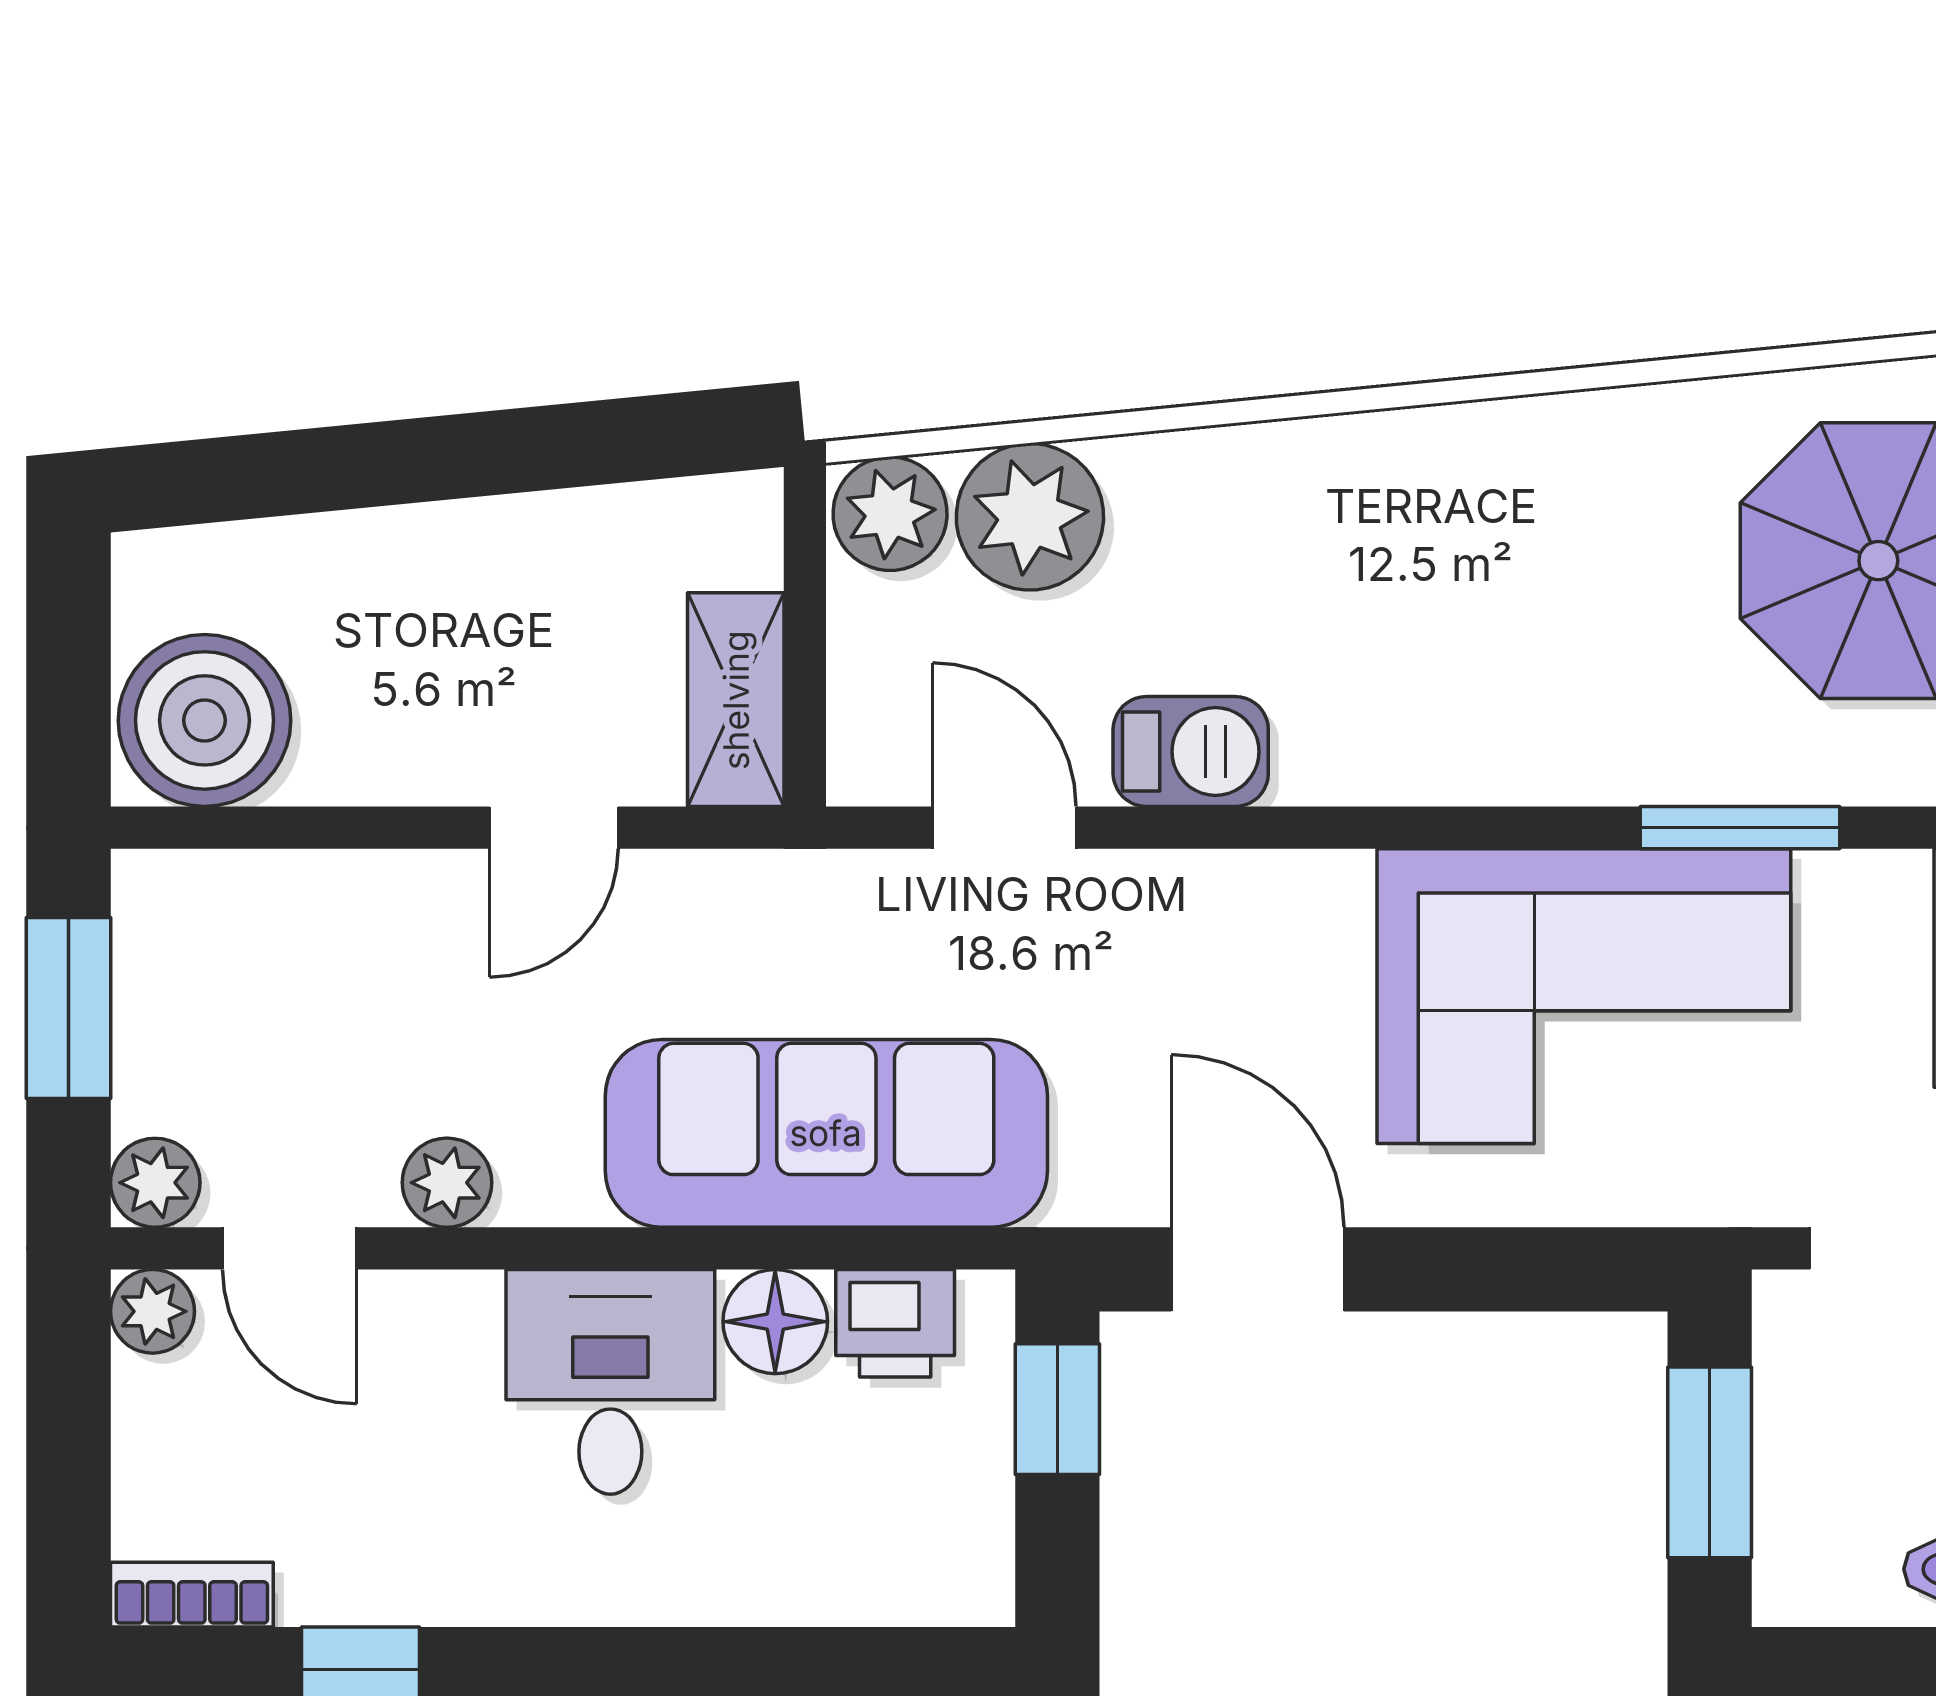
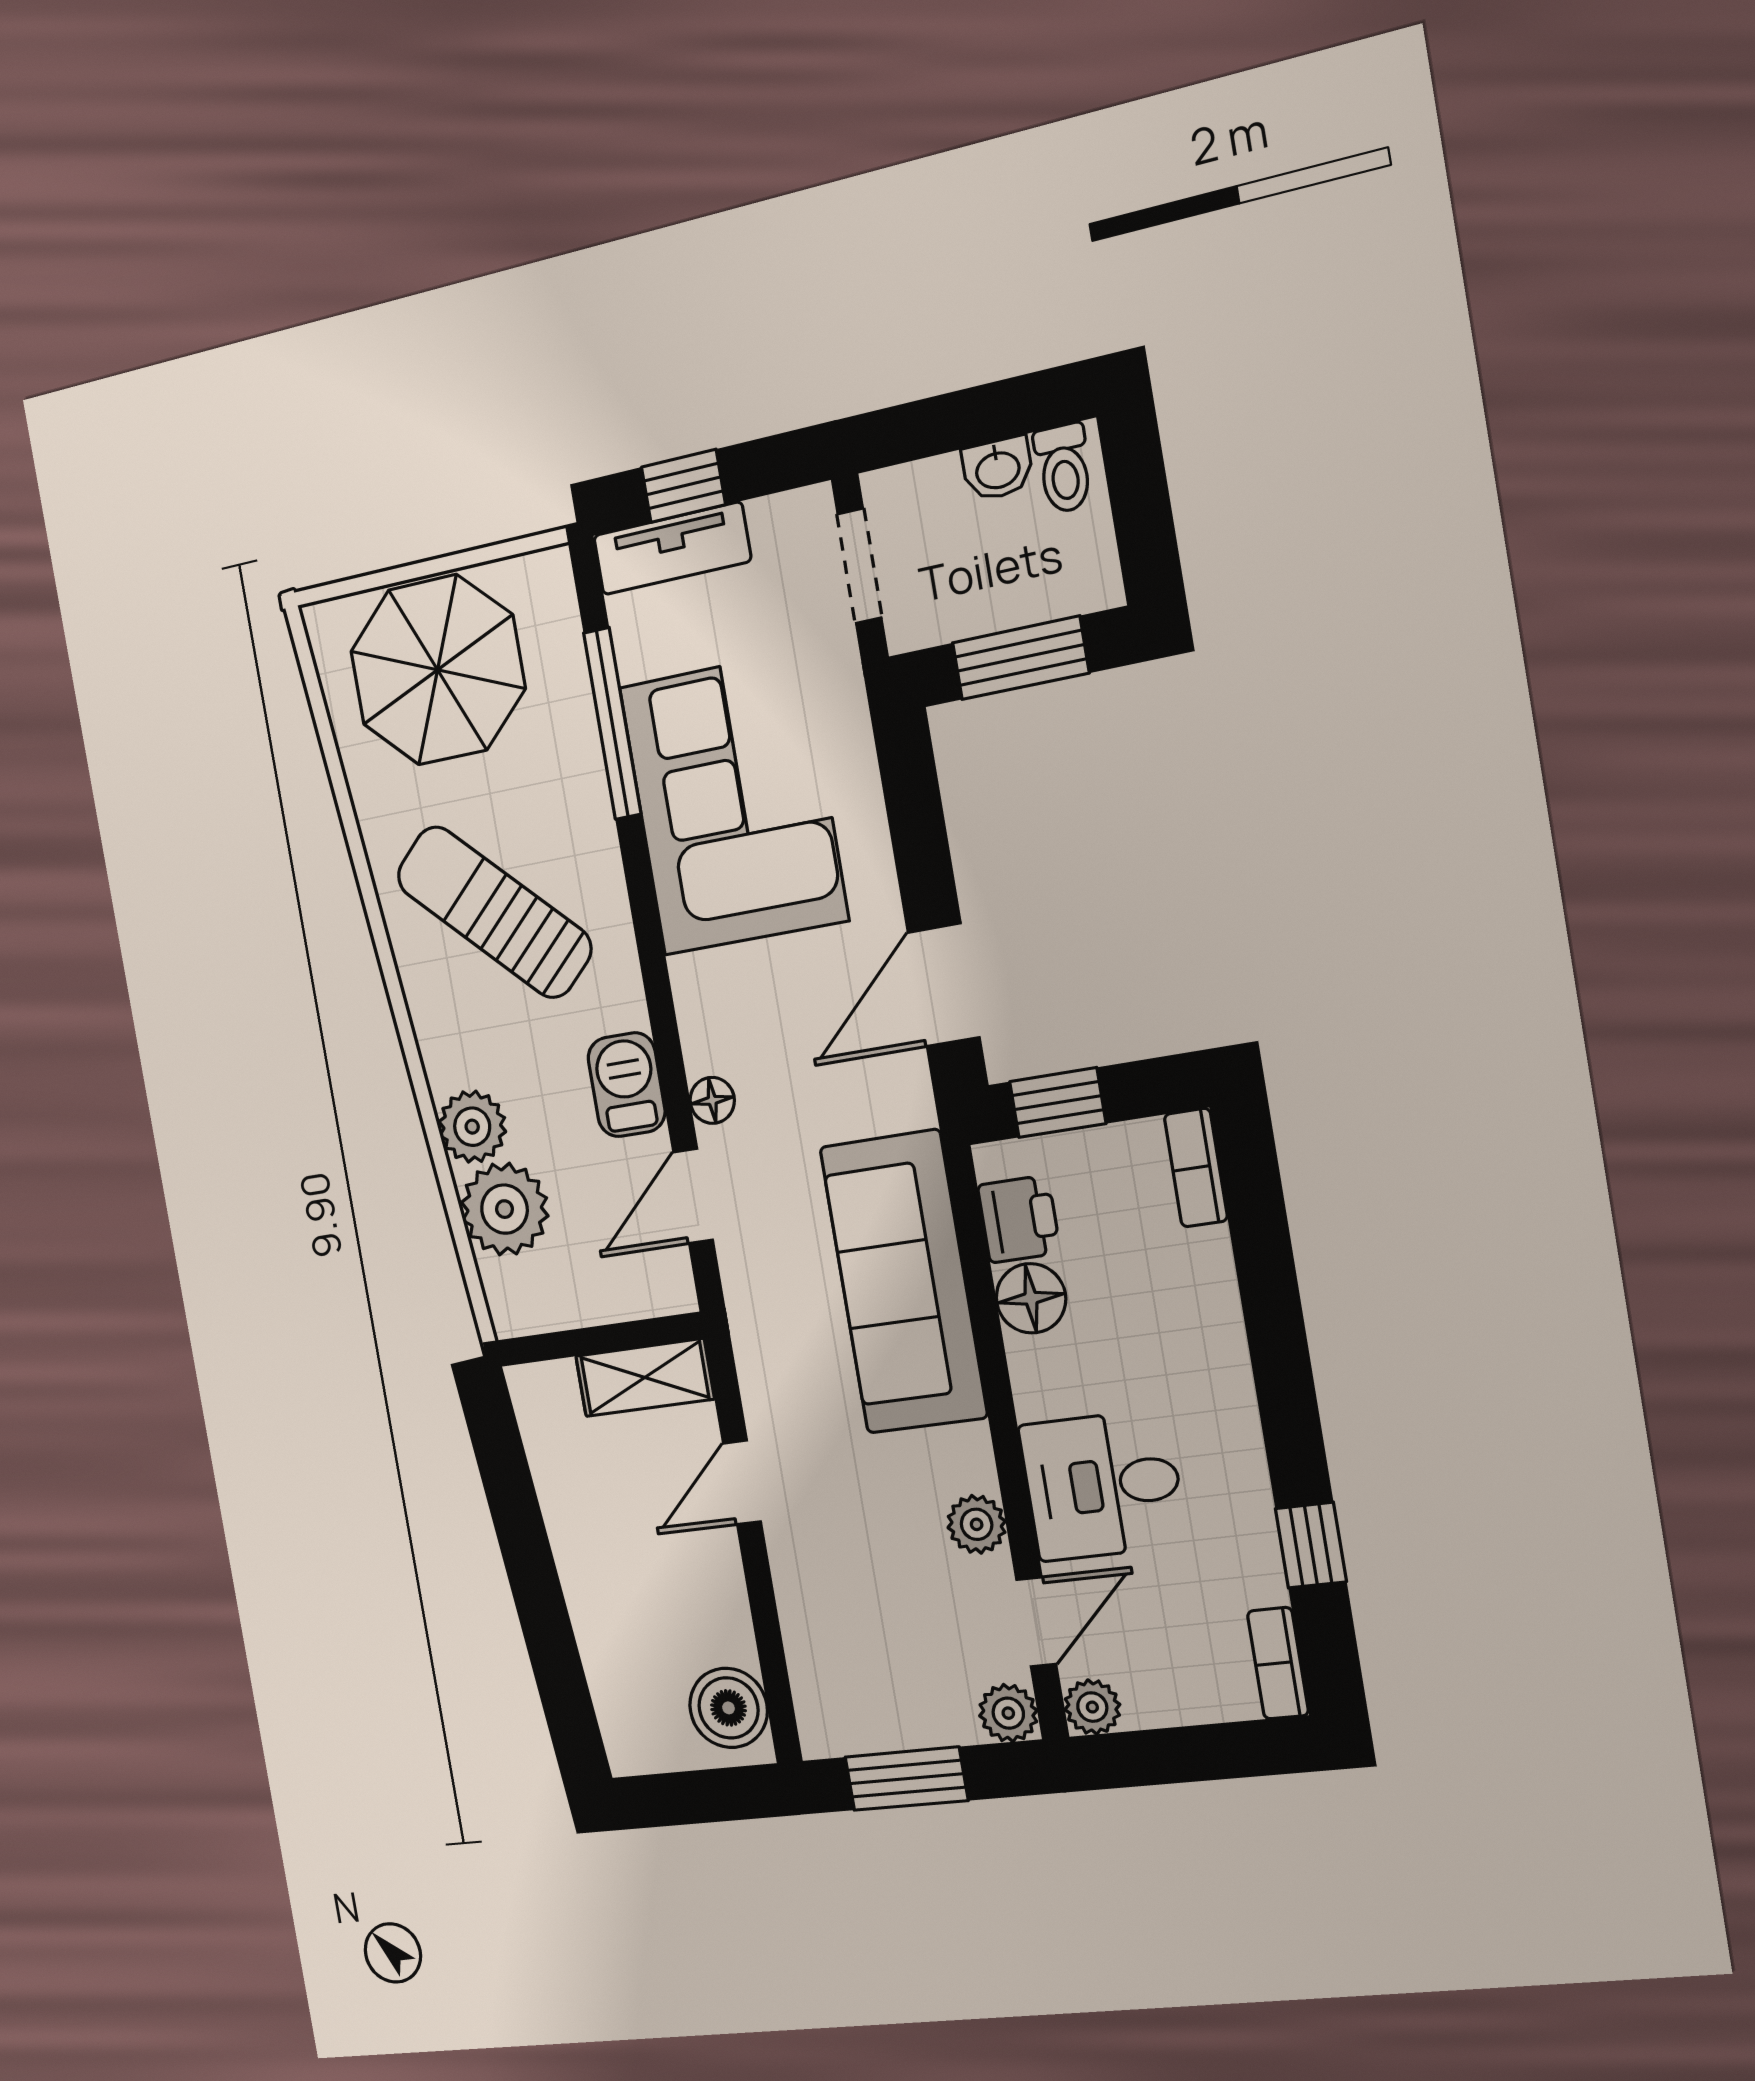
plant: (890, 514) -> (472, 1127), moved
sun lounger: (1492, 584) -> (494, 912), added
boiler: (205, 720) -> (729, 1708), width x0.73, depth x0.73
door: (554, 828) -> (742, 1482), swing flipped
window: (1740, 828) -> (612, 724), width x1.44
floor lamp: (1145, 884) -> (712, 1100), added
desk: (610, 1382) -> (1103, 1485), moved
bookcase: (932, 1594) -> (1196, 1168), added

